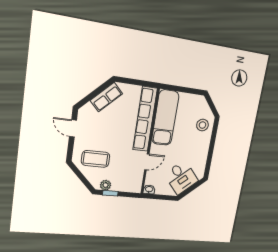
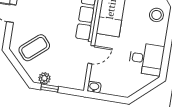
coffee table: (96, 159) -> (34, 48), turned -41
desk: (181, 177) -> (146, 59), moved, turned -48

